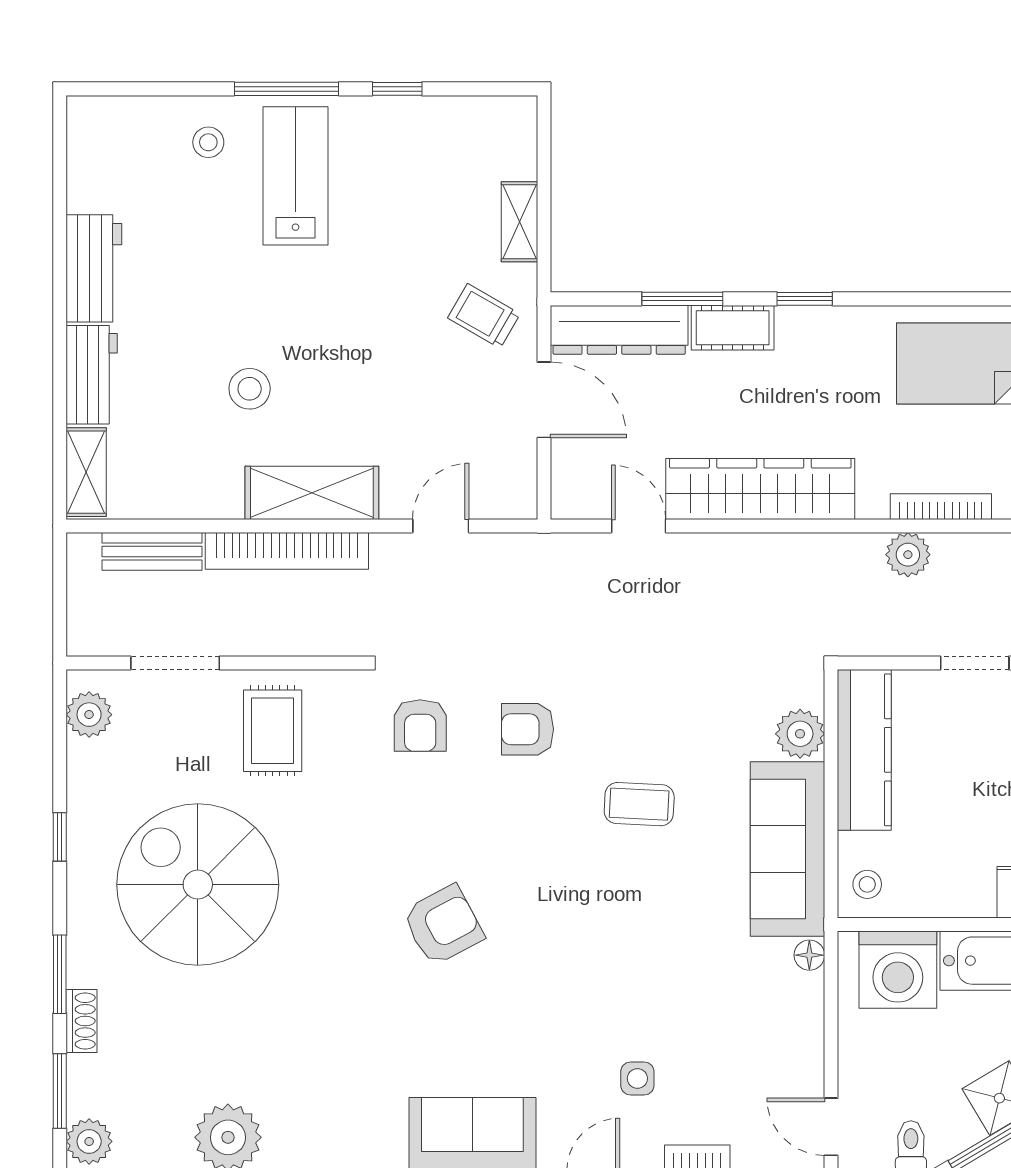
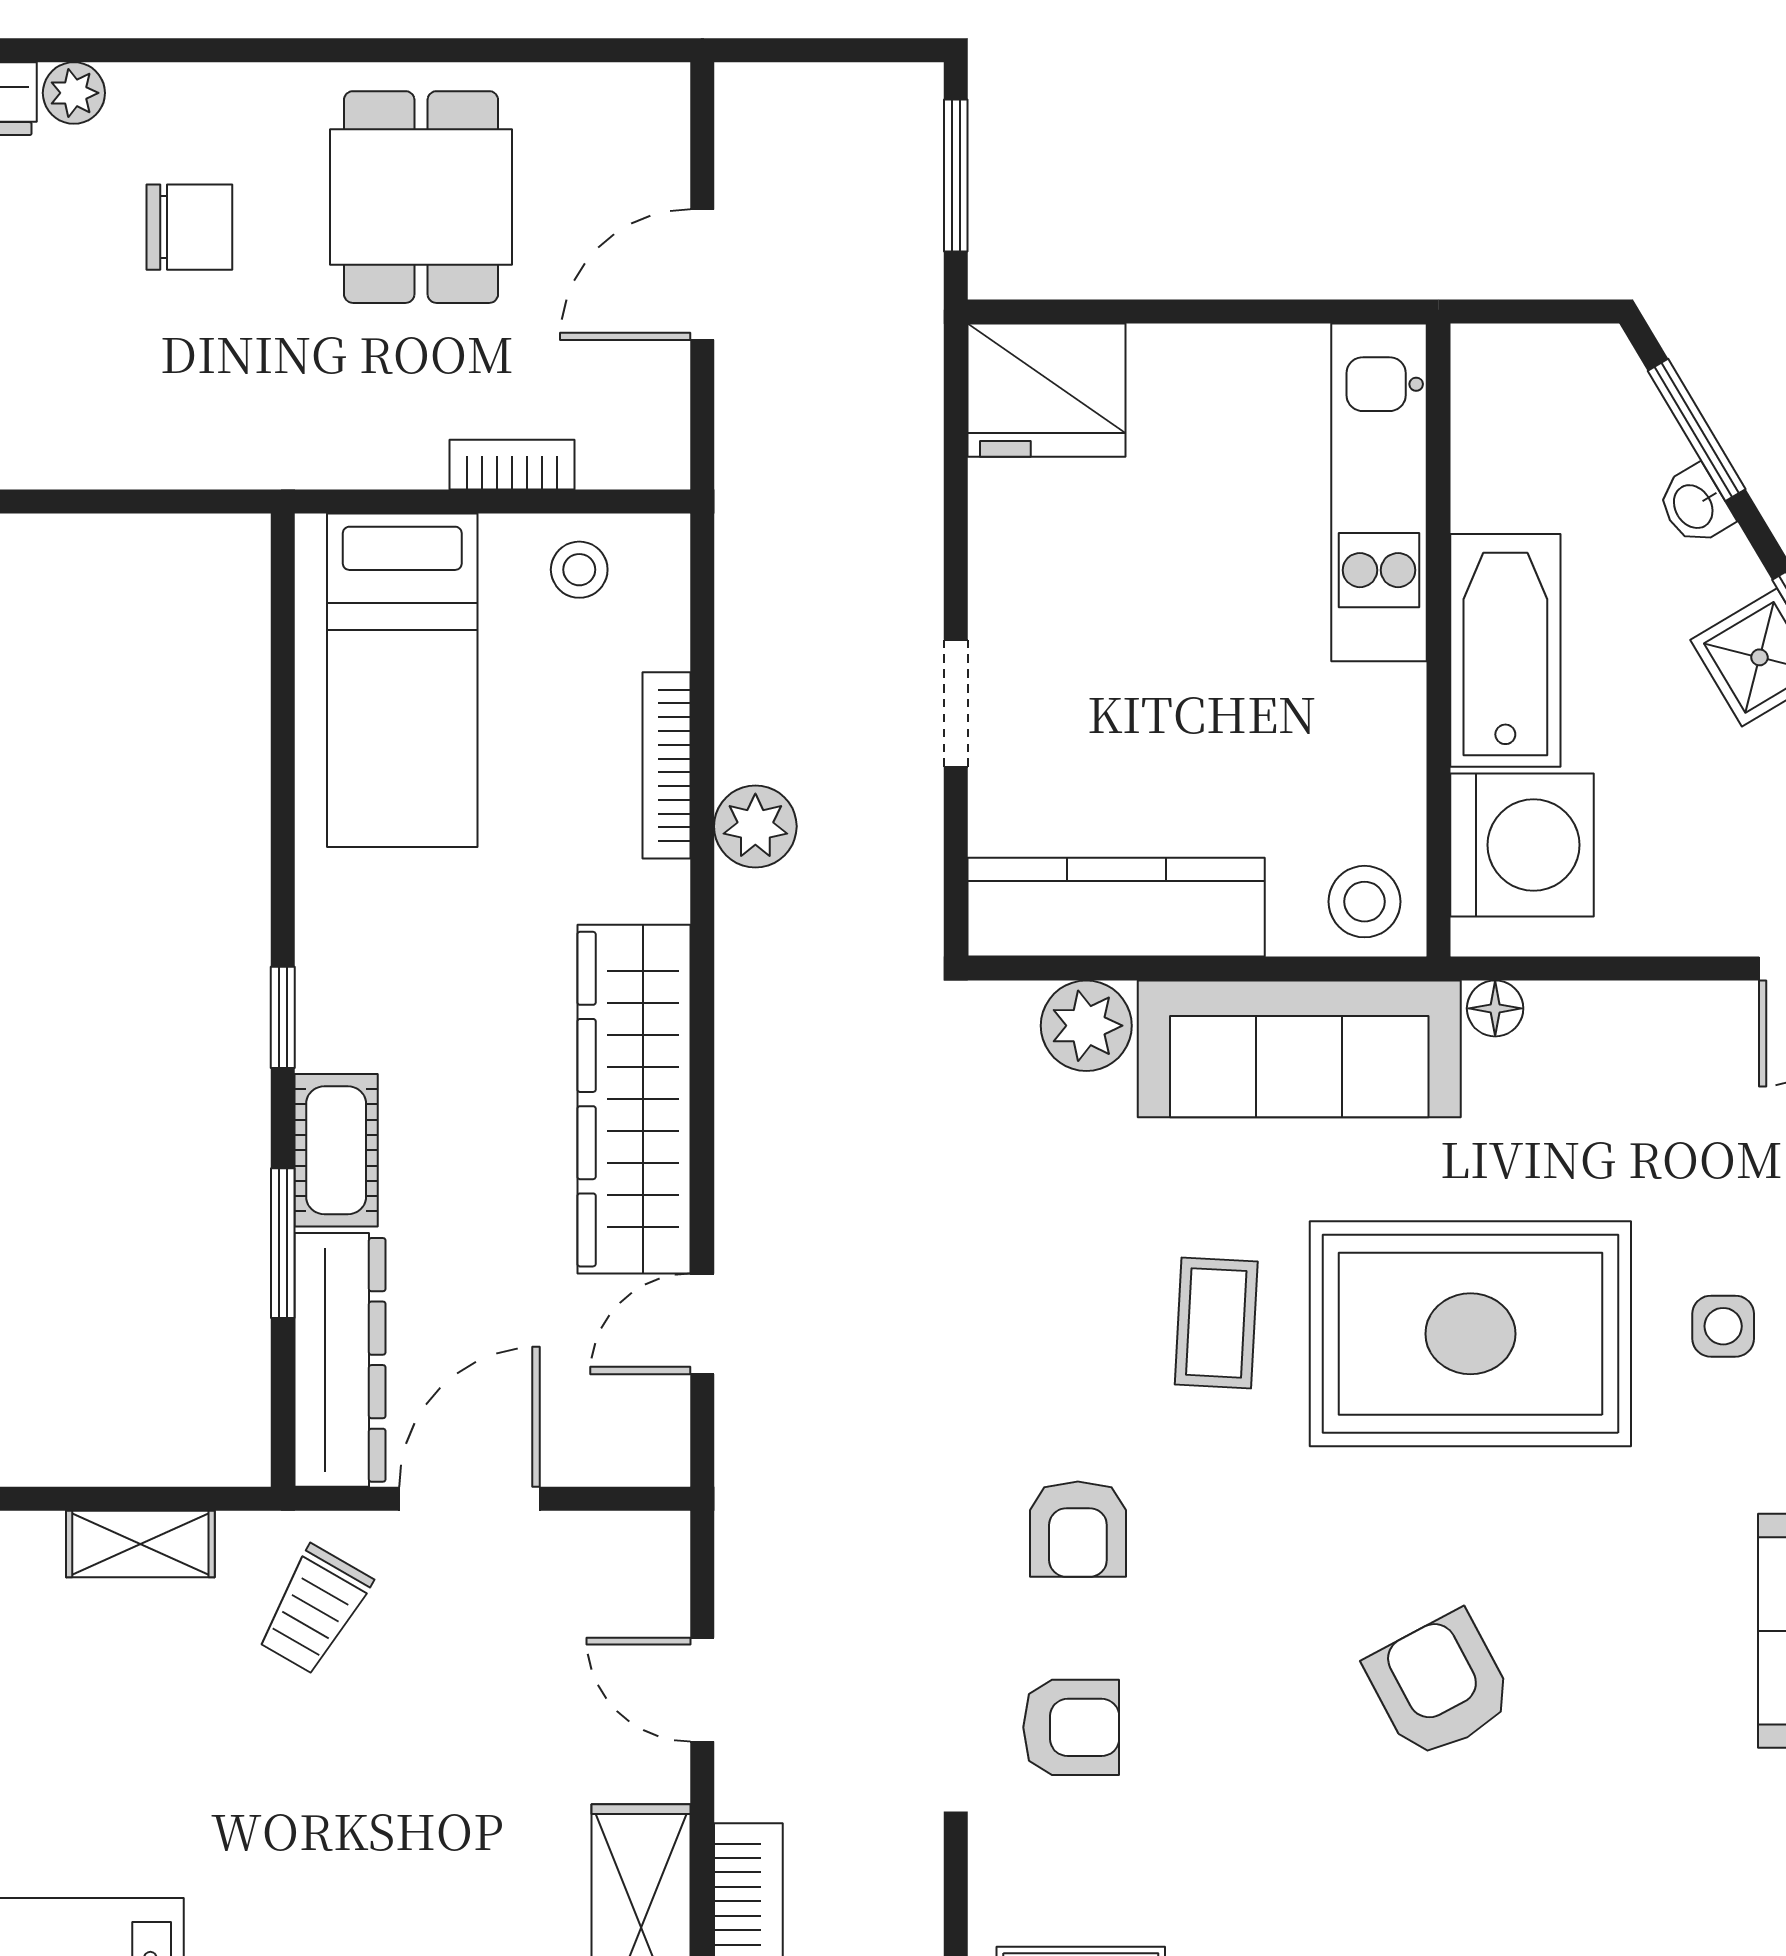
stool: (867, 884) -> (1364, 902), width x1.37, depth x1.37
rug: (633, 942) -> (1470, 1334), added

